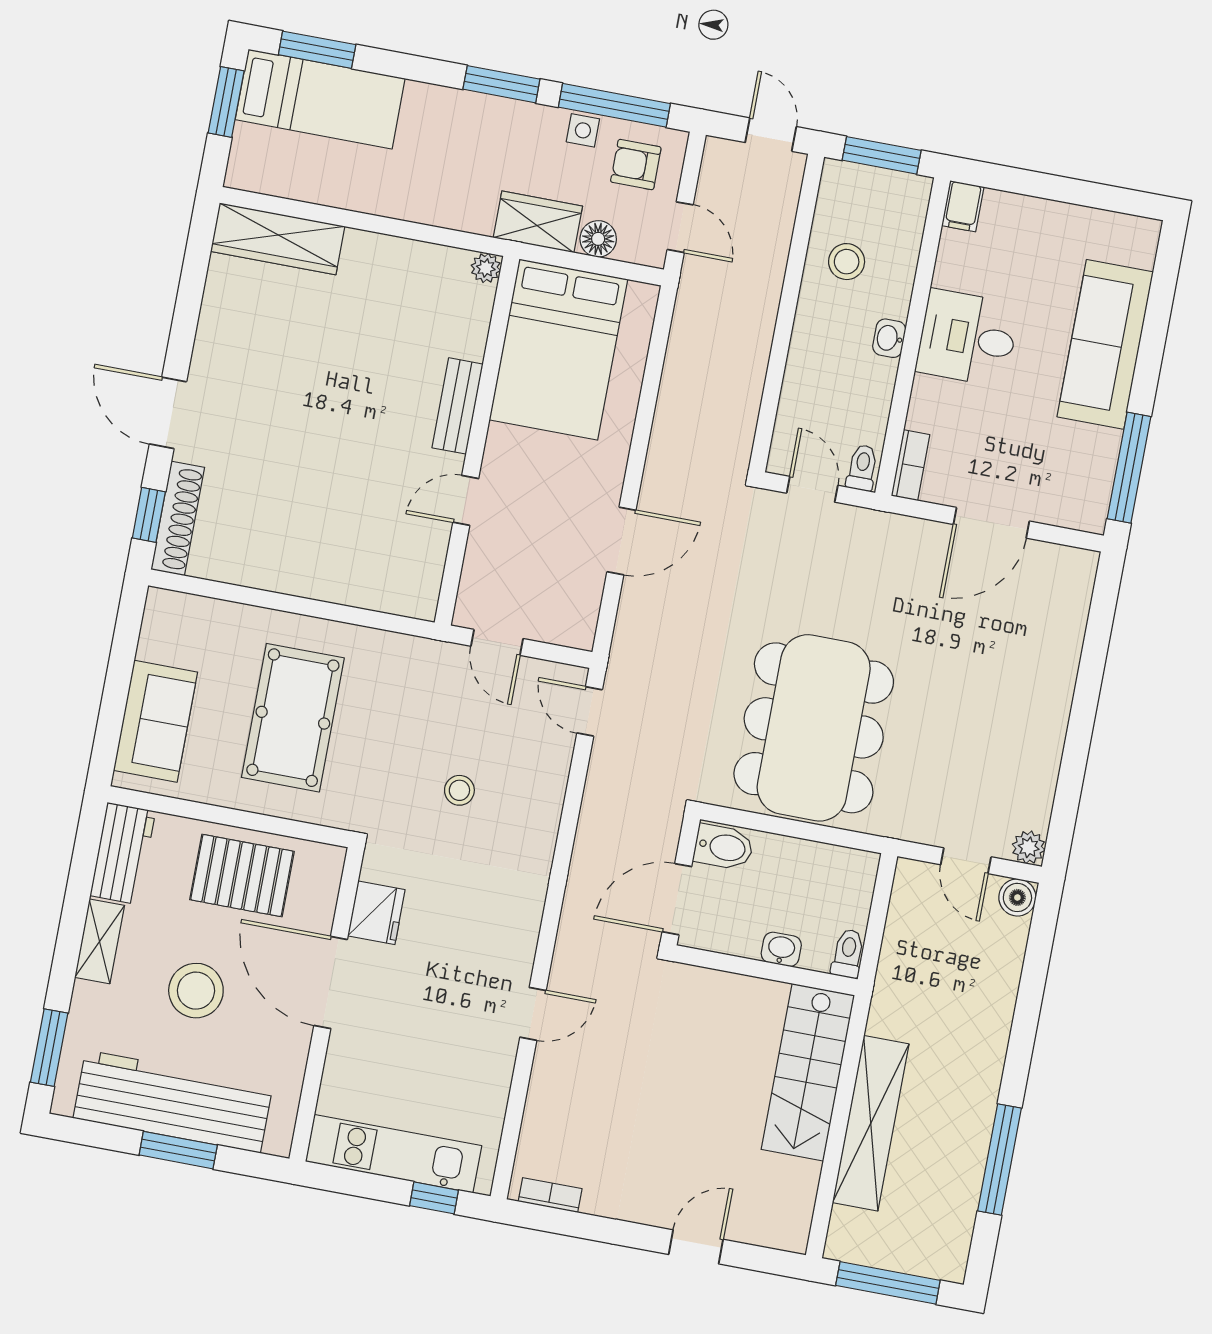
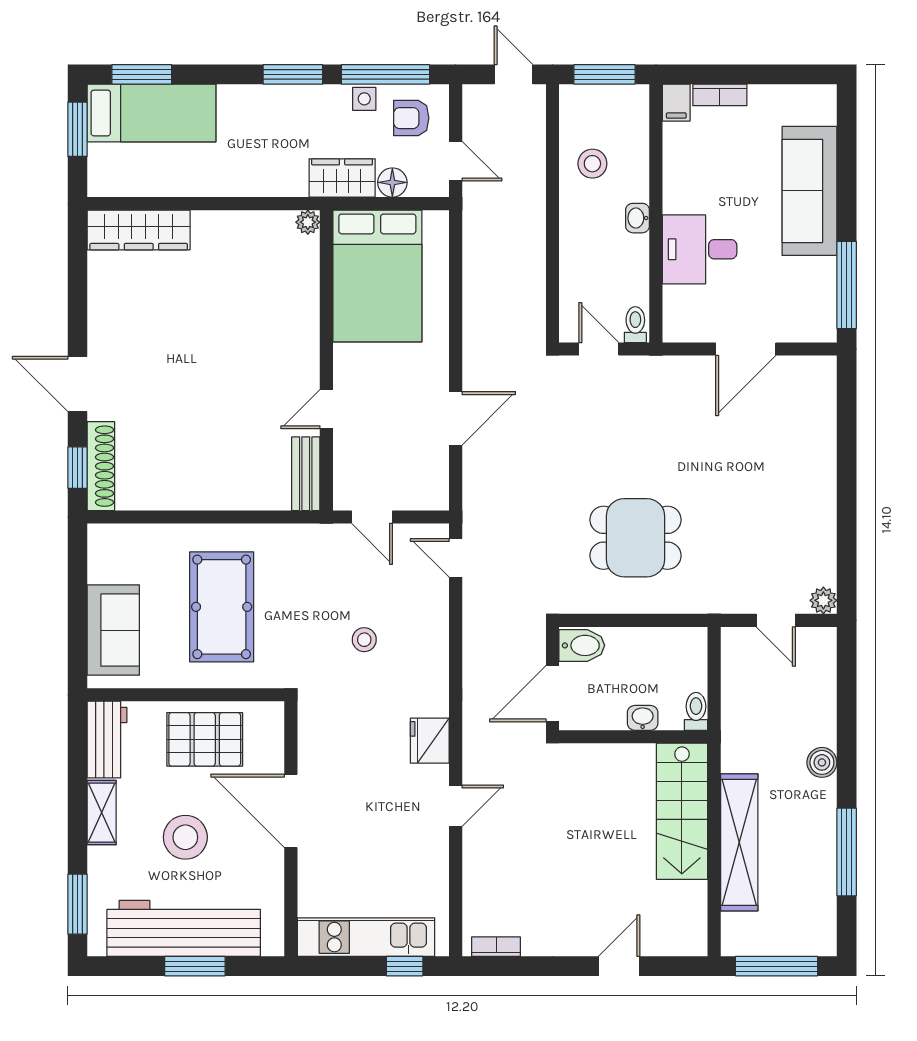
desk: (968, 338) -> (700, 249), moved
bench: (458, 406) -> (306, 474), moved
bookcase: (910, 465) -> (720, 95), moved, turned 90
dining table: (814, 728) -> (635, 538), width x0.53, depth x0.80
boiler: (1017, 897) -> (822, 762), moved
fridge: (376, 913) -> (430, 741), moved, turned 180

